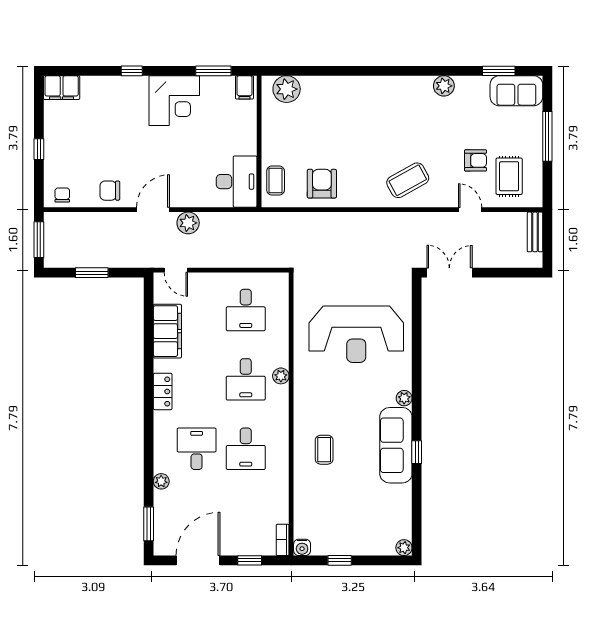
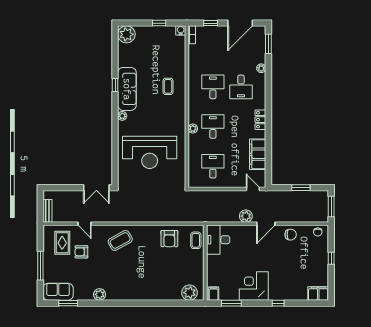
reception desk: (356, 334) -> (150, 152), turned 180
plant: (404, 548) -> (126, 34), width x1.87, depth x1.87

